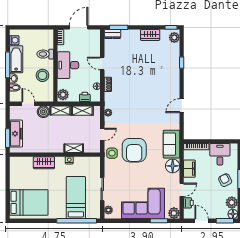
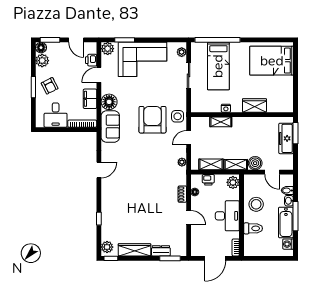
dresser: (113, 34) -> (161, 251), moved
wardrobe: (150, 35) -> (134, 250), width x1.50

